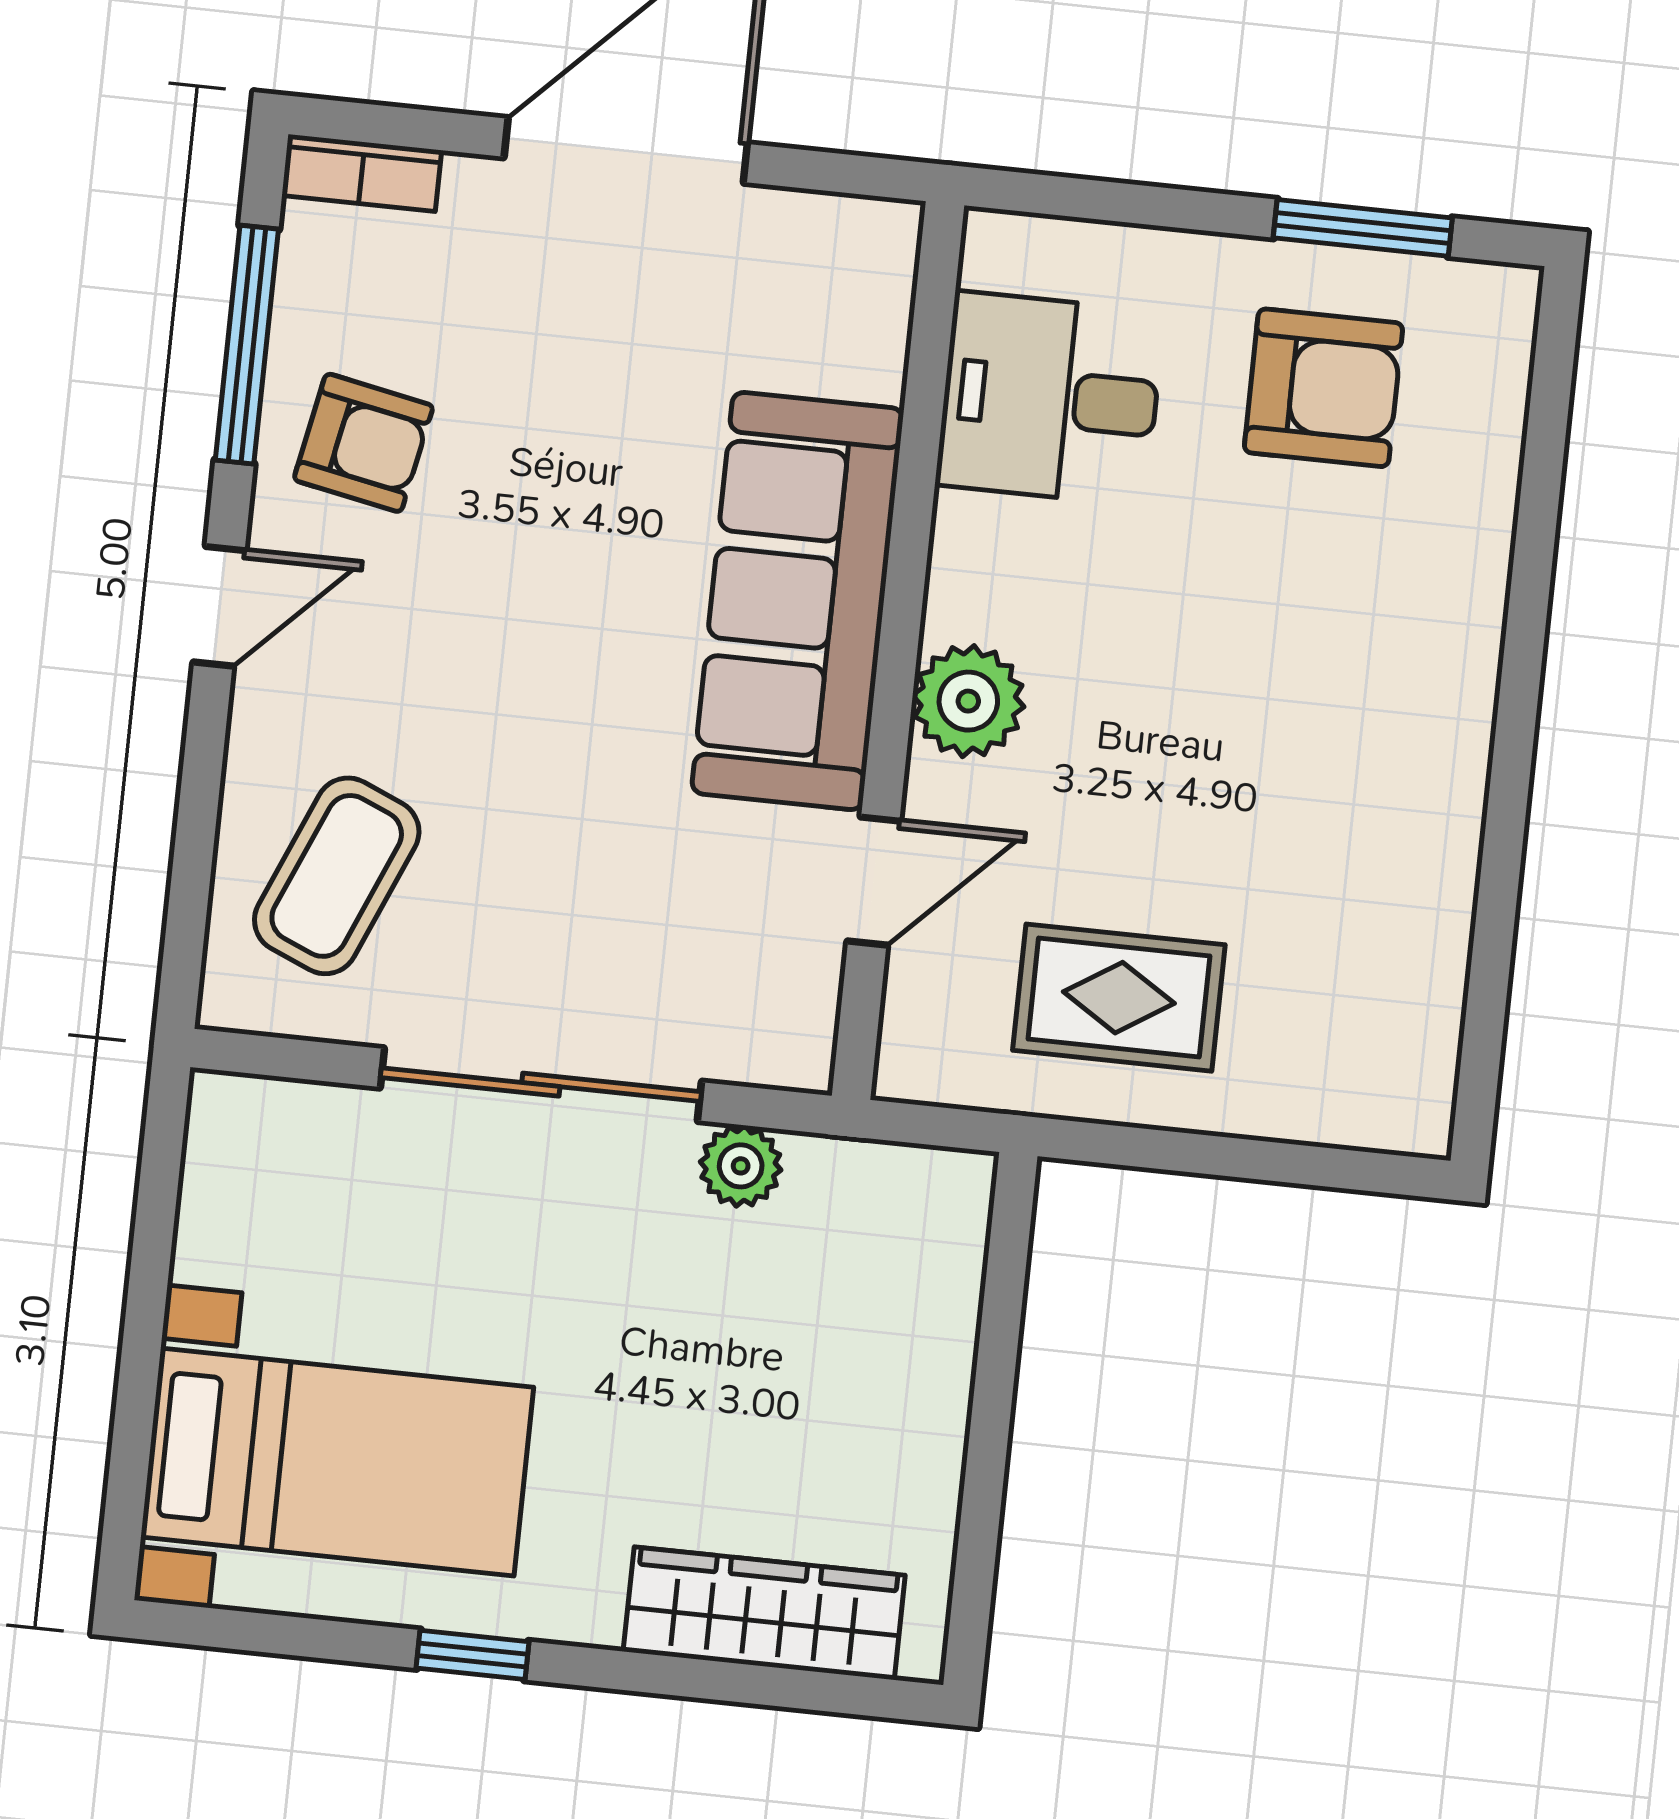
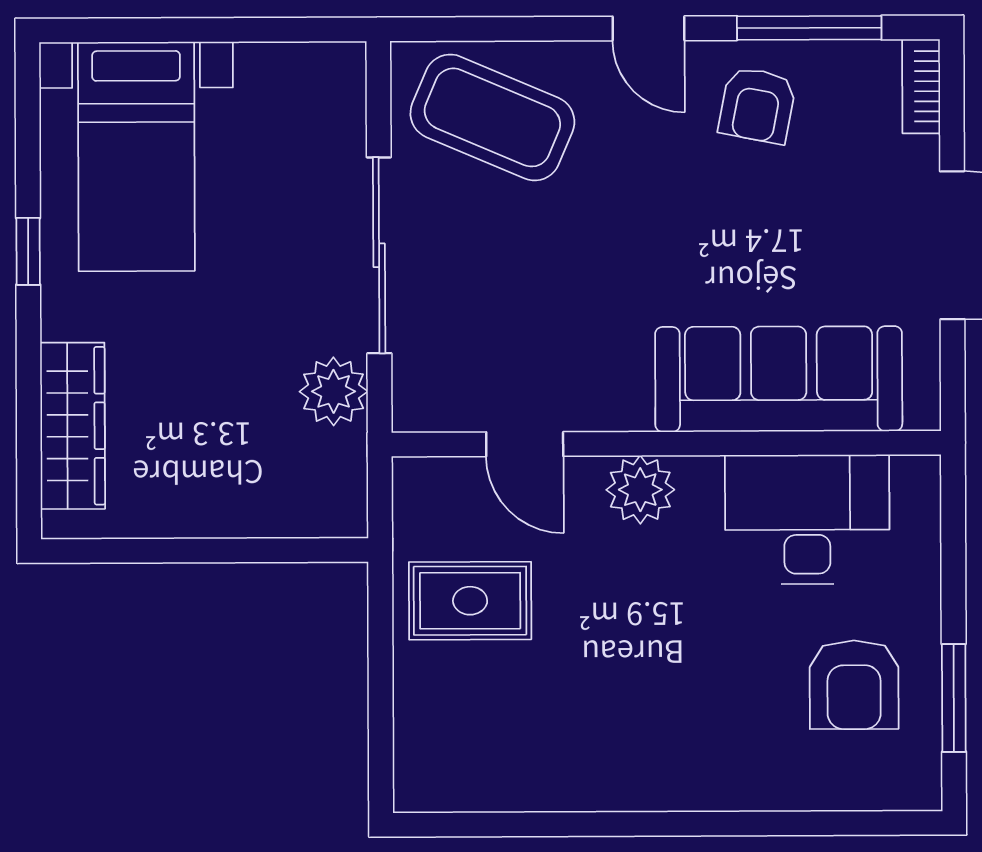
desk: (1050, 398) -> (807, 519), width x1.37
sofa: (798, 601) -> (779, 379), moved
coffee table: (337, 876) -> (492, 117), width x1.36, depth x1.32
rug: (1119, 998) -> (470, 601), turned 90
plant: (741, 1166) -> (334, 391), width x1.38, depth x1.38

